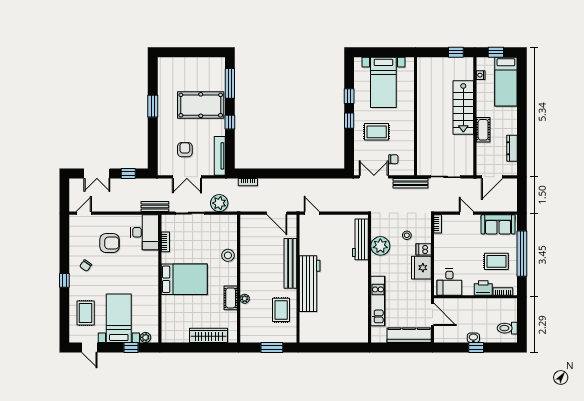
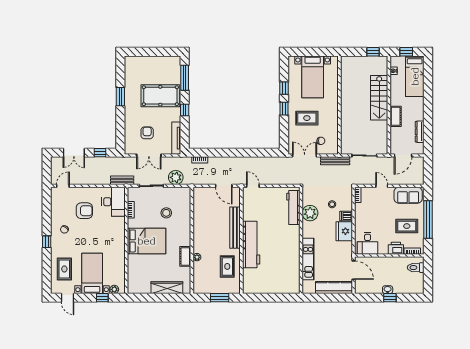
stool: (228, 255) -> (166, 213), moved
toilet: (507, 328) -> (416, 268), moved

